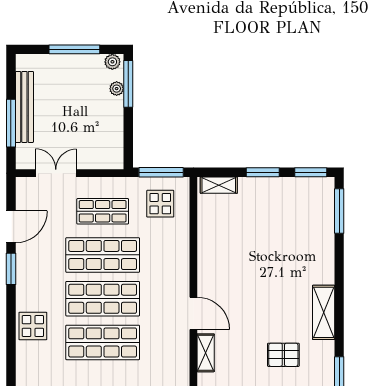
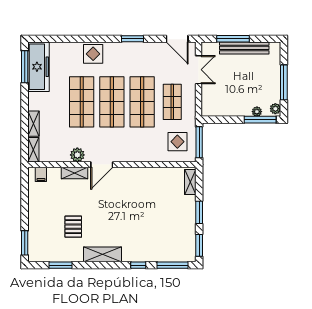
door: (11, 227) -> (177, 39), moved
window: (339, 261) -> (138, 265), added
plant: (179, 349) -> (77, 155), added

